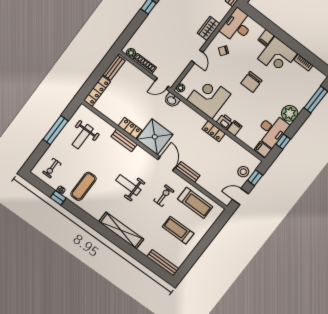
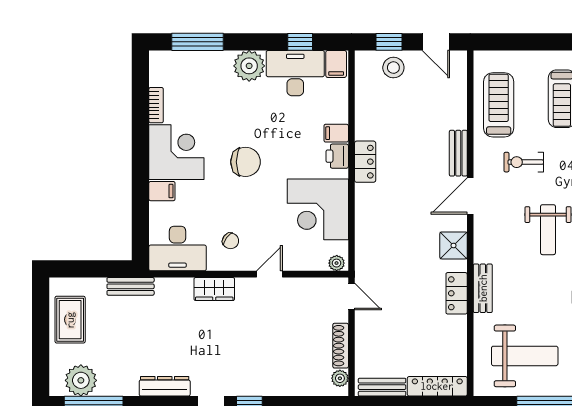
washbasin: (172, 100) -> (366, 262), removed
weight bench: (83, 137) -> (525, 356), width x1.36, depth x1.33
shower: (155, 137) -> (454, 245), width x0.54, depth x0.54

